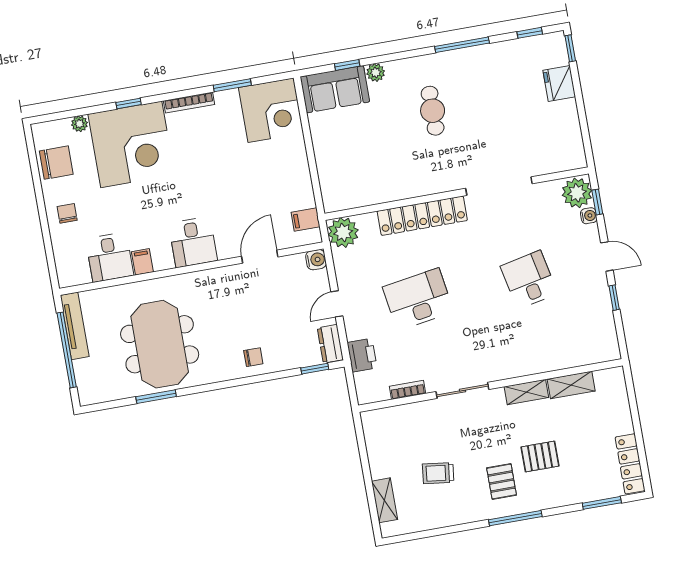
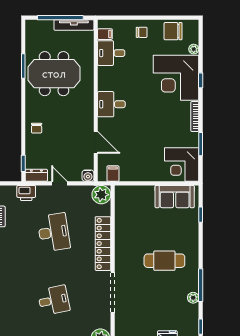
plant: (376, 73) -> (193, 298), moved
sofa: (335, 89) -> (175, 197), moved, turned -90
cafe table: (433, 111) -> (164, 261), width x1.37, depth x1.35
chair: (56, 163) -> (173, 31), turned 90
filing cabinet: (142, 262) -> (105, 34), moved

